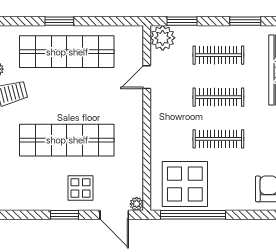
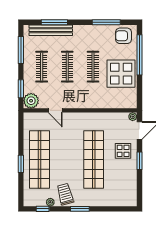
window: (245, 21) -> (21, 50), width x1.44
display table: (185, 184) -> (121, 74), moved
window: (193, 215) -> (139, 55), moved

